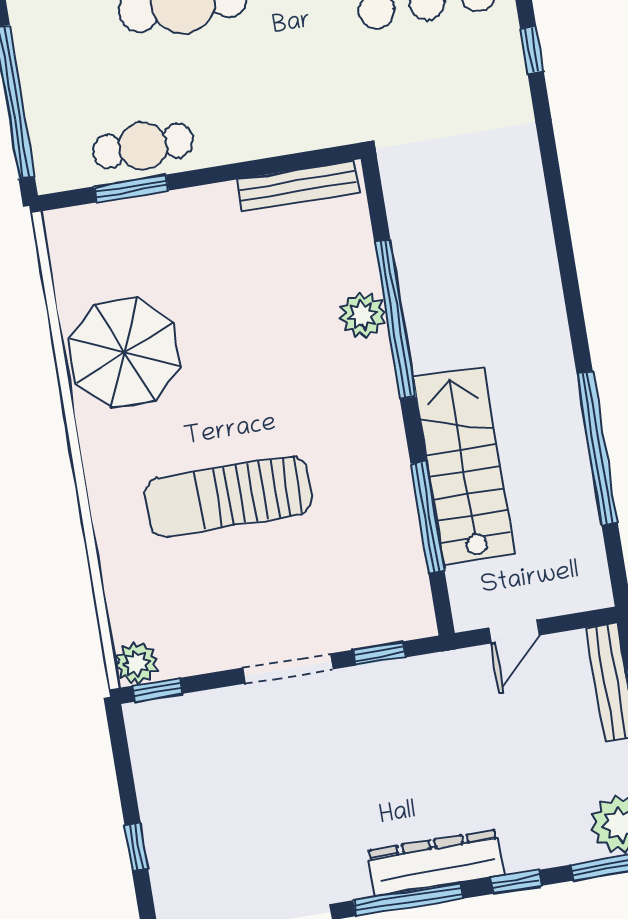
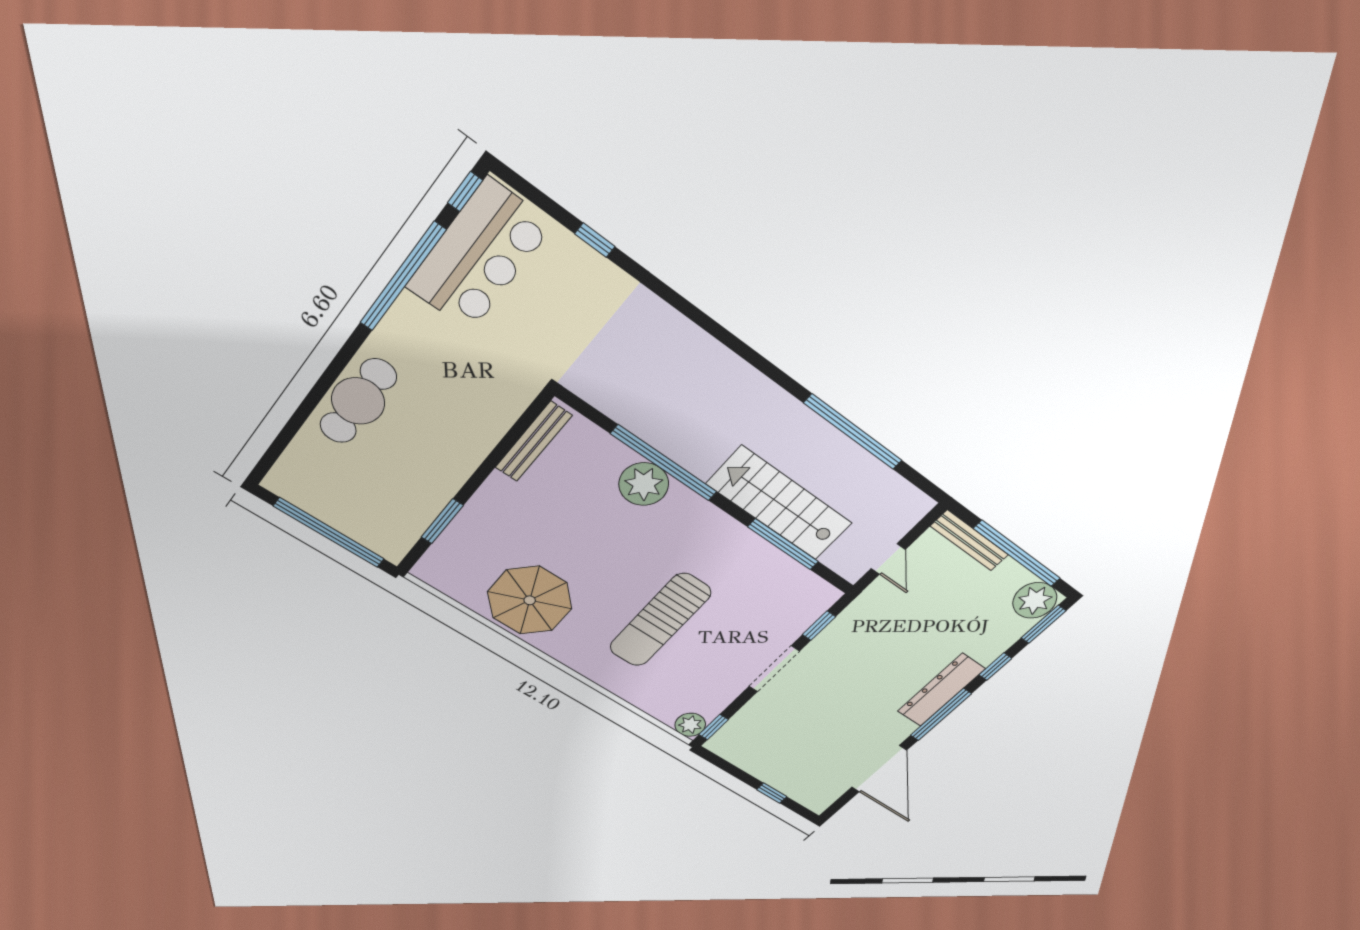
cafe table: (143, 146) -> (424, 495), removed
plant: (363, 315) -> (644, 484), width x1.36, depth x1.36

